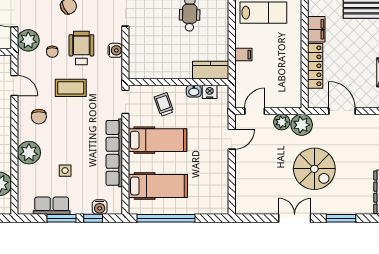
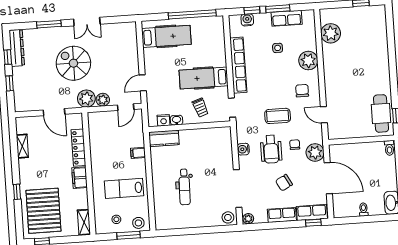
hospital bed: (158, 186) -> (166, 36), moved, turned 180

